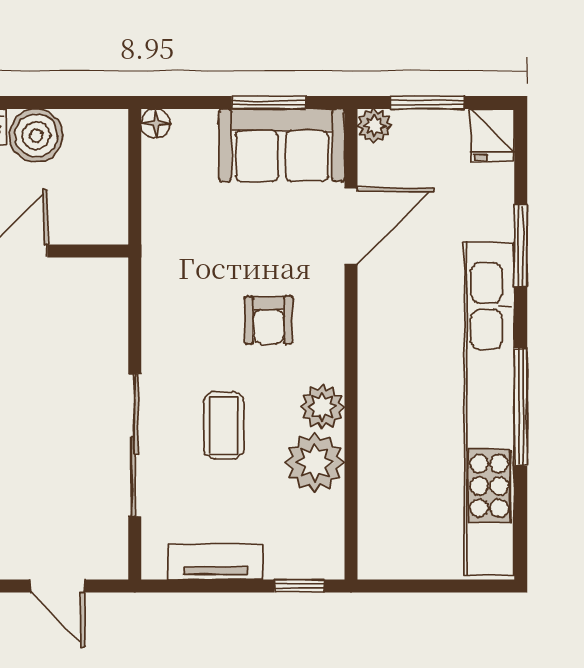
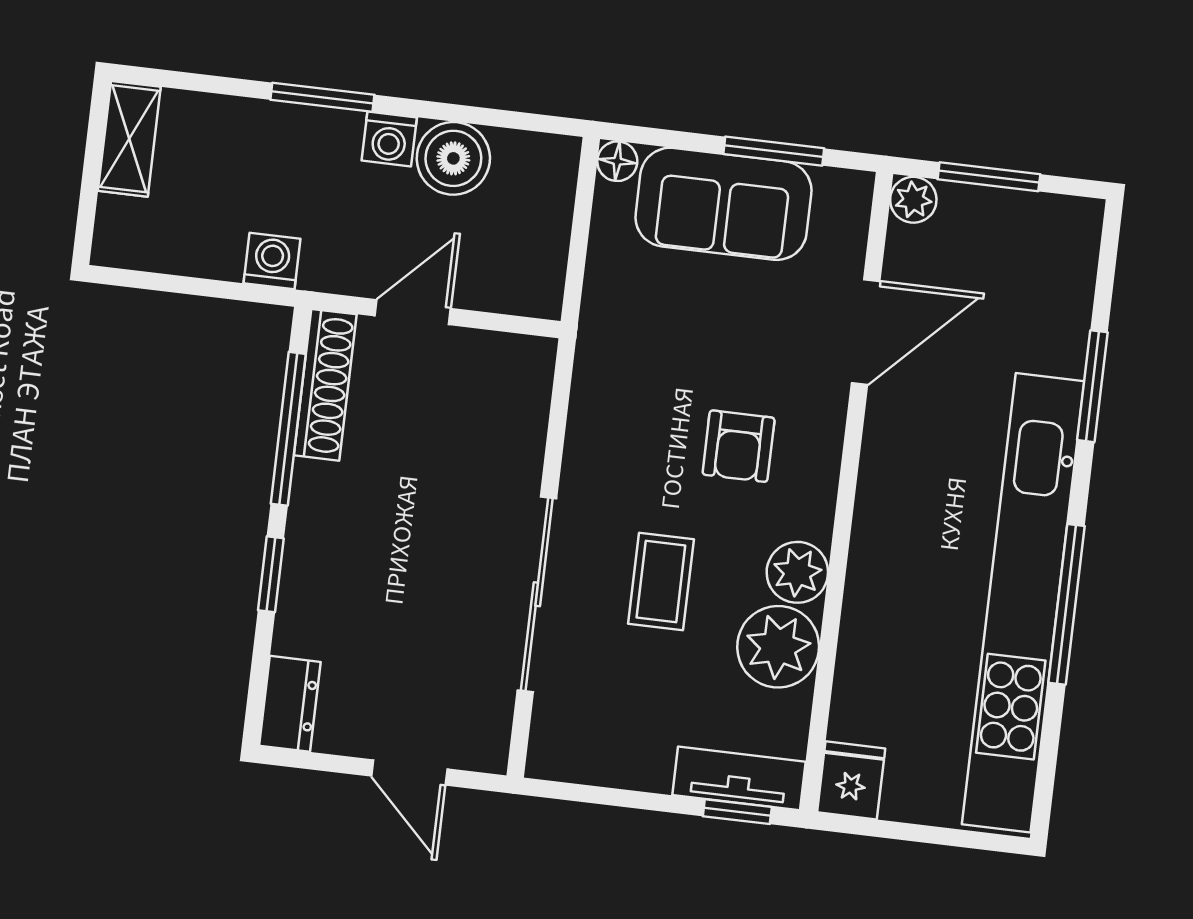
fridge: (492, 135) -> (851, 780), moved, turned 180
sofa: (282, 145) -> (723, 204), moved
tv unit: (216, 562) -> (739, 778), moved

